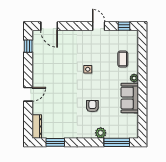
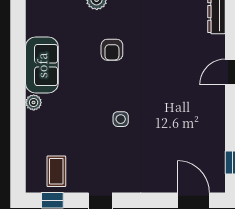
coffee table: (123, 59) -> (56, 171), moved

